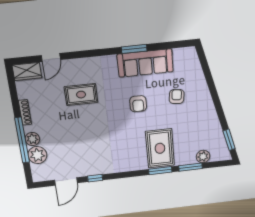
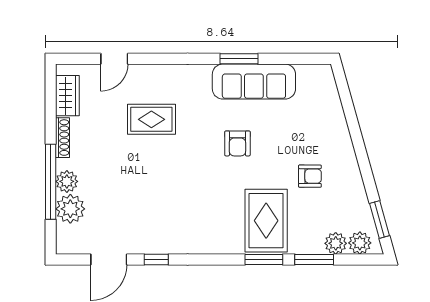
wardrobe: (27, 71) -> (67, 96), moved, turned -90
armchair: (177, 97) -> (310, 176), moved, turned 84
plant: (218, 155) -> (360, 243), added

